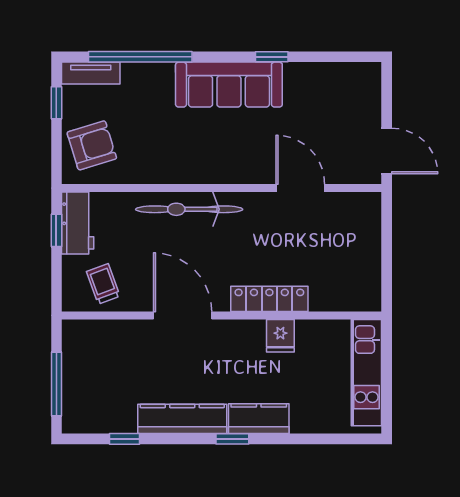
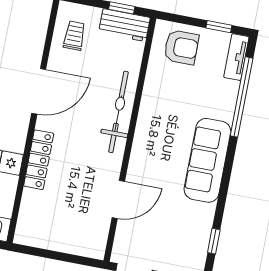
window: (272, 57) -> (214, 241), moved
armchair: (92, 145) -> (181, 47), turned -73
trolley: (103, 284) -> (74, 36), turned -70

